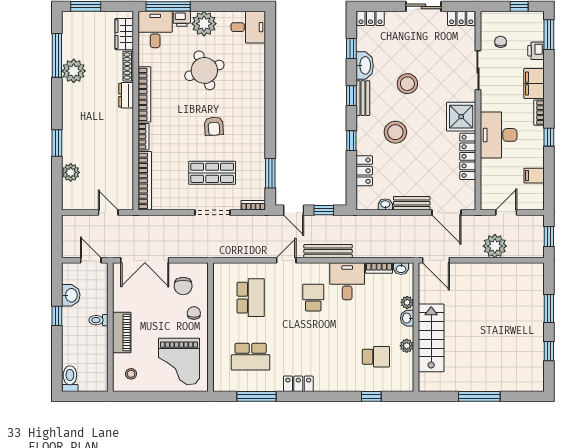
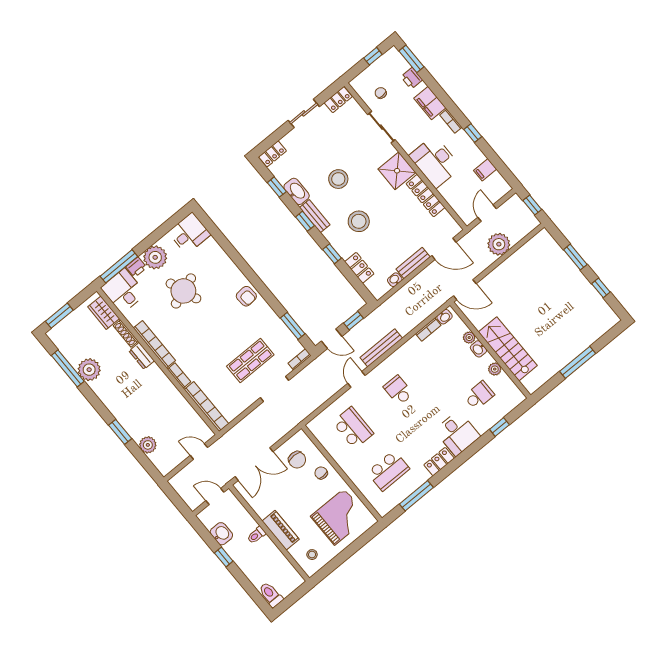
armchair: (214, 126) -> (246, 296), moved
desk: (347, 281) -> (457, 433), moved, turned 180
grand piano: (179, 361) -> (339, 517), turned -90

